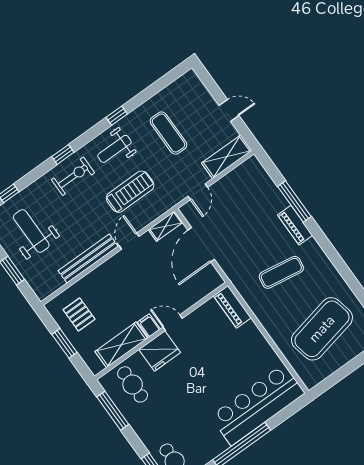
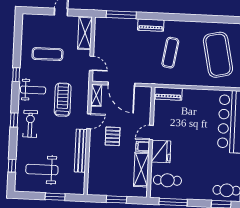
weight bench: (114, 149) -> (33, 90), turned -90
window: (294, 202) -> (121, 15), moved
door: (129, 241) -> (89, 121), swing flipped
pallet: (79, 314) -> (113, 136), moved, turned 90

